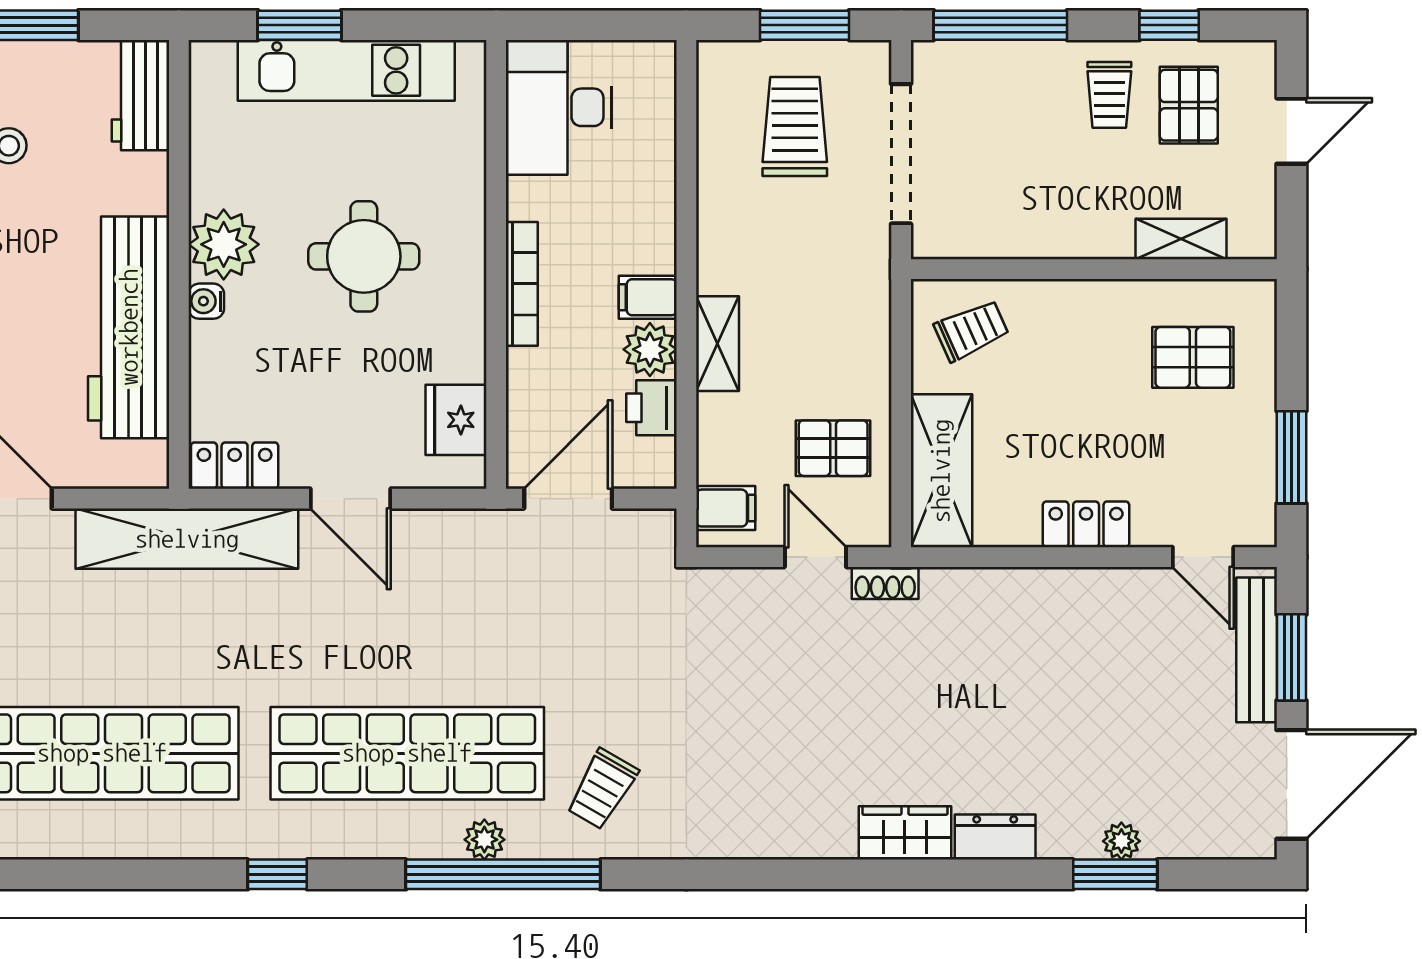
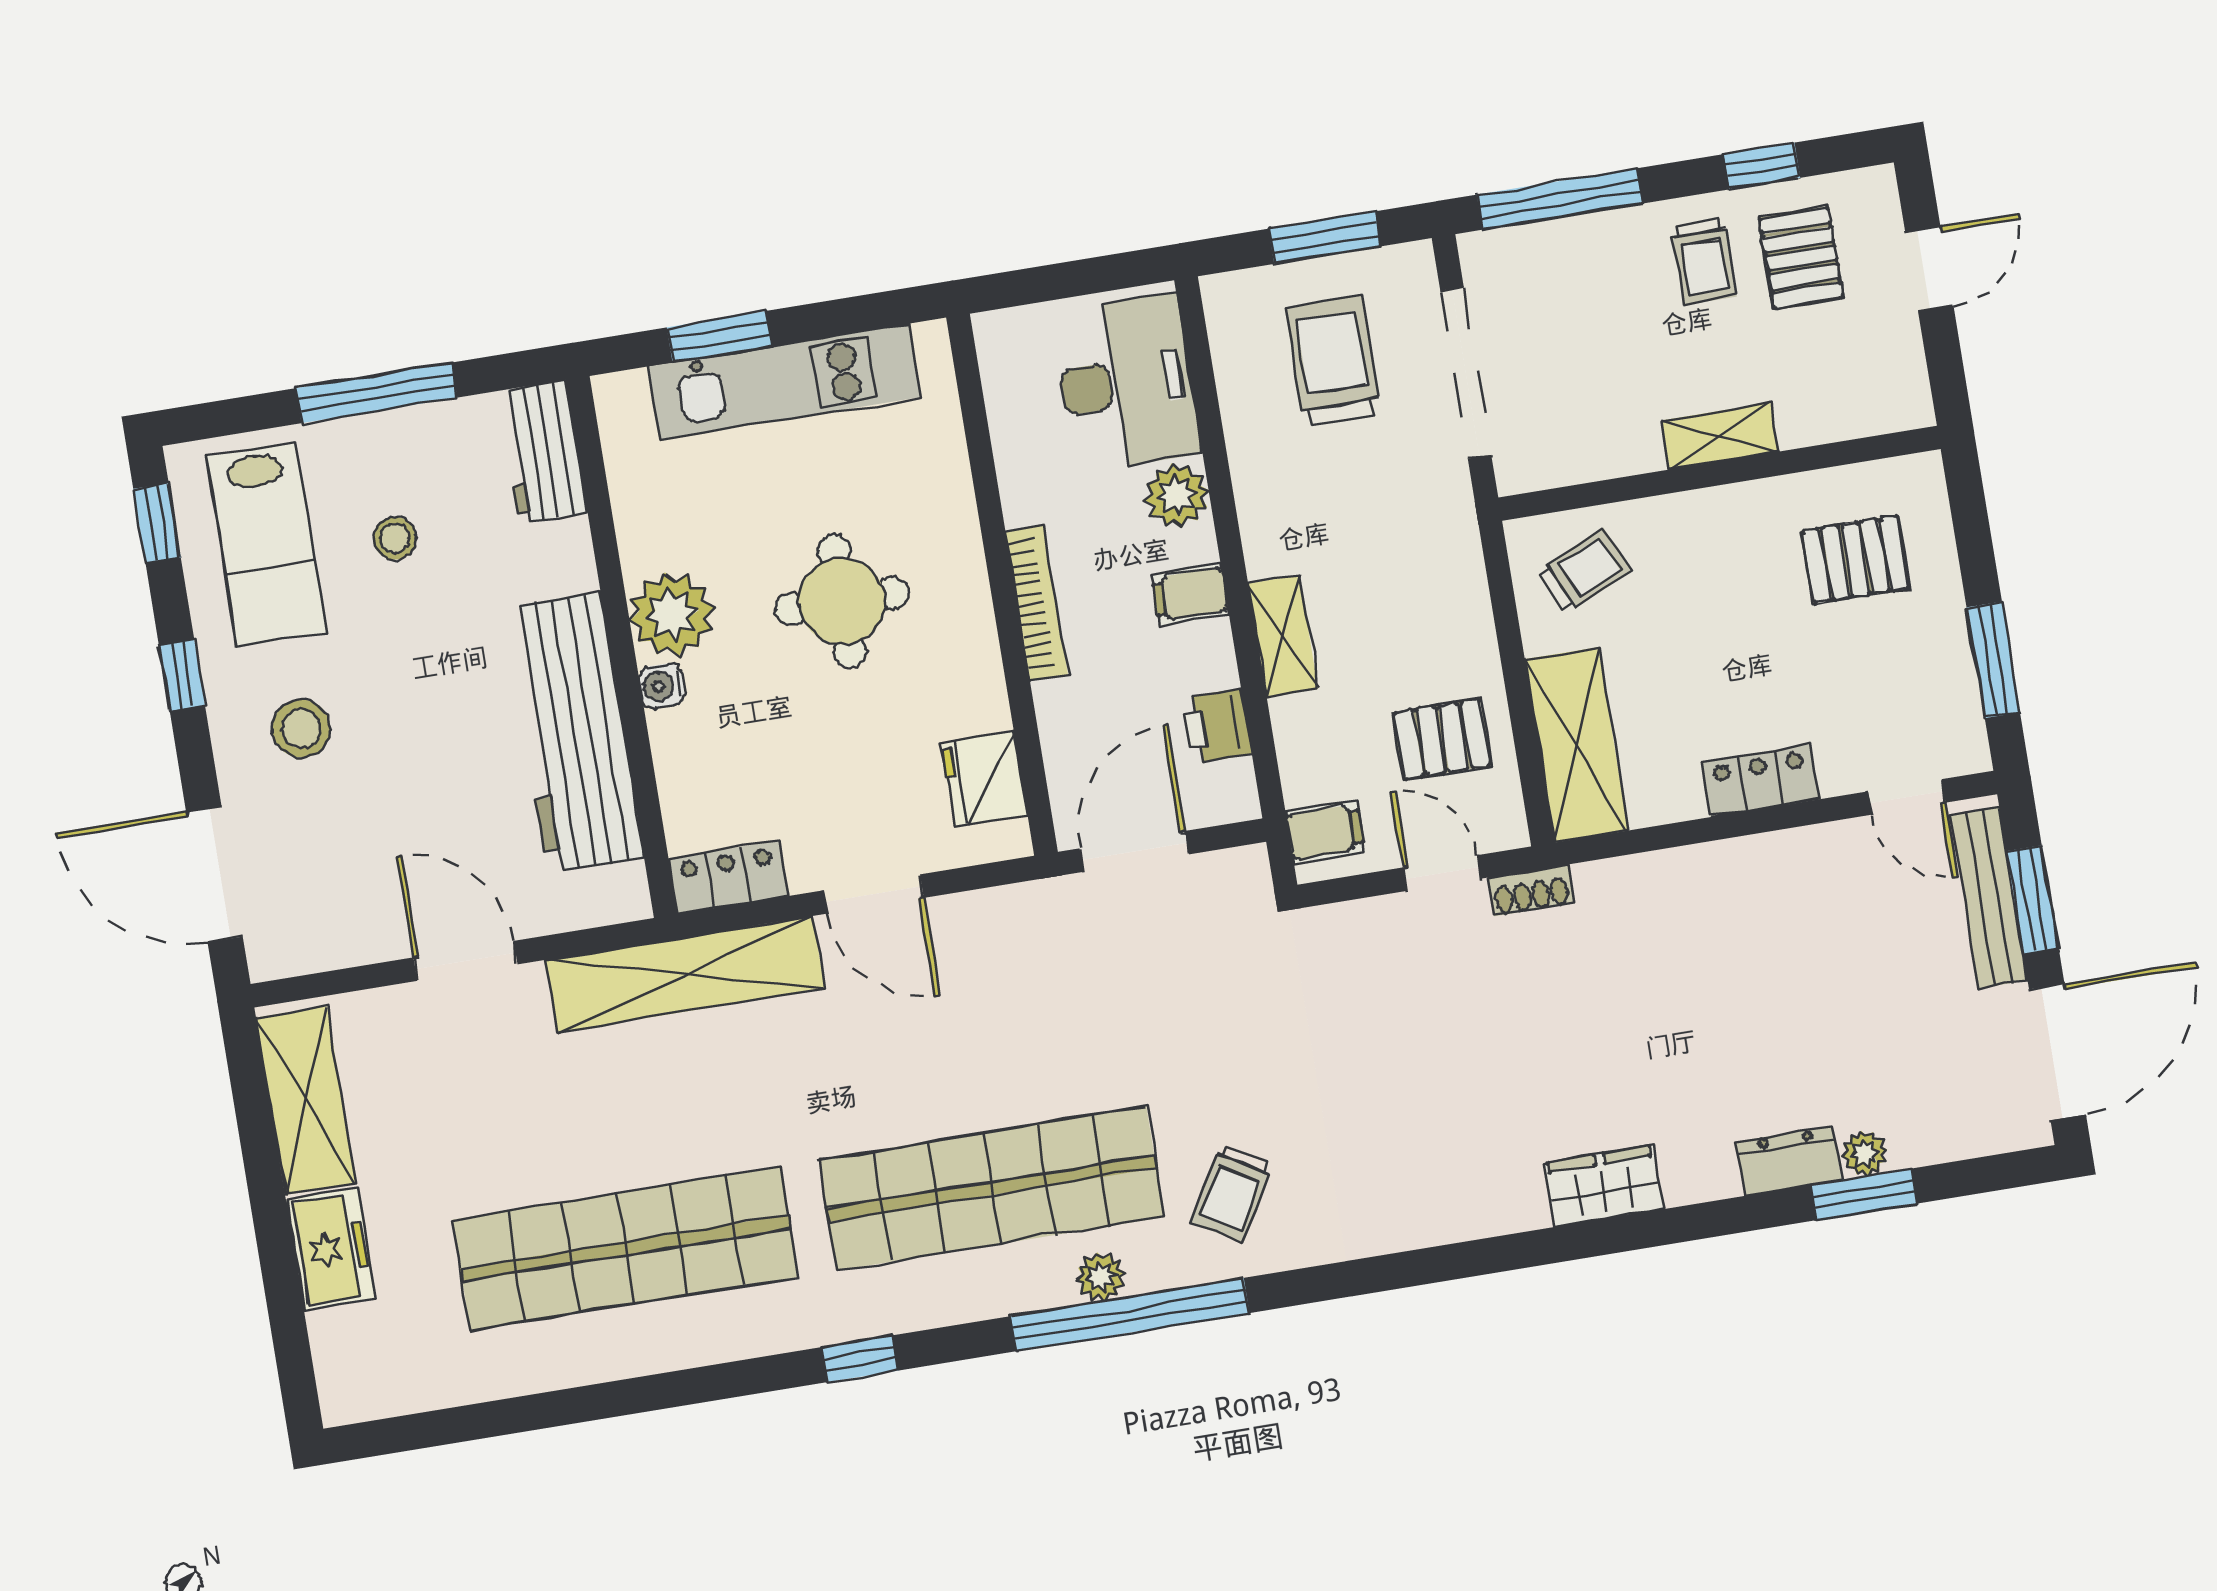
desk: (559, 107) -> (1126, 383), moved, turned 180
shelving: (1181, 239) -> (1720, 436), moved
plant: (650, 349) -> (1177, 495), moved
dresser: (995, 837) -> (1789, 1161), moved

